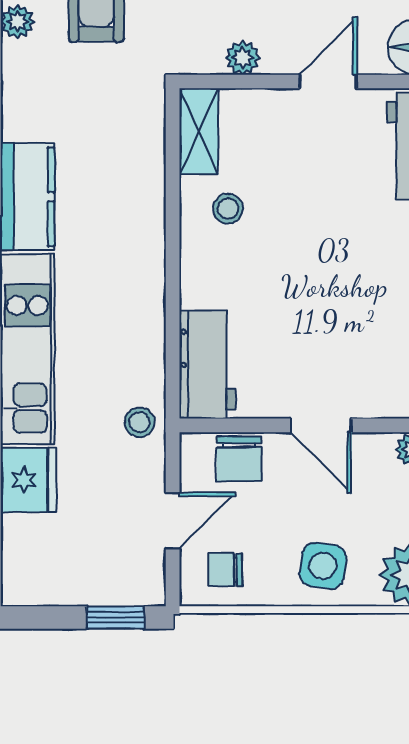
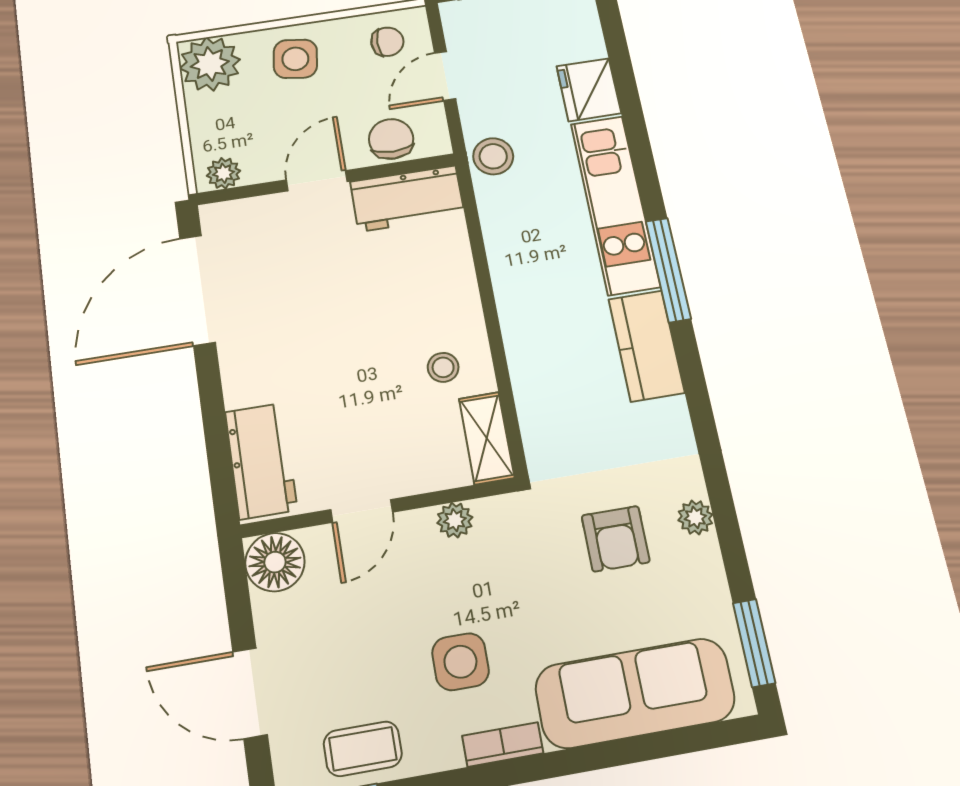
workbench: (207, 364) -> (407, 199), moved, turned -90
stool: (140, 422) -> (493, 156), width x1.37, depth x1.37
door: (321, 425) -> (317, 181), hinge flipped

